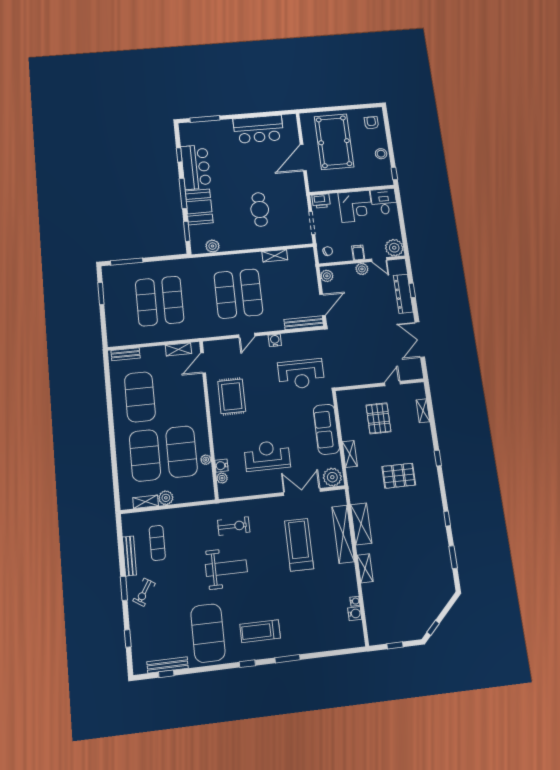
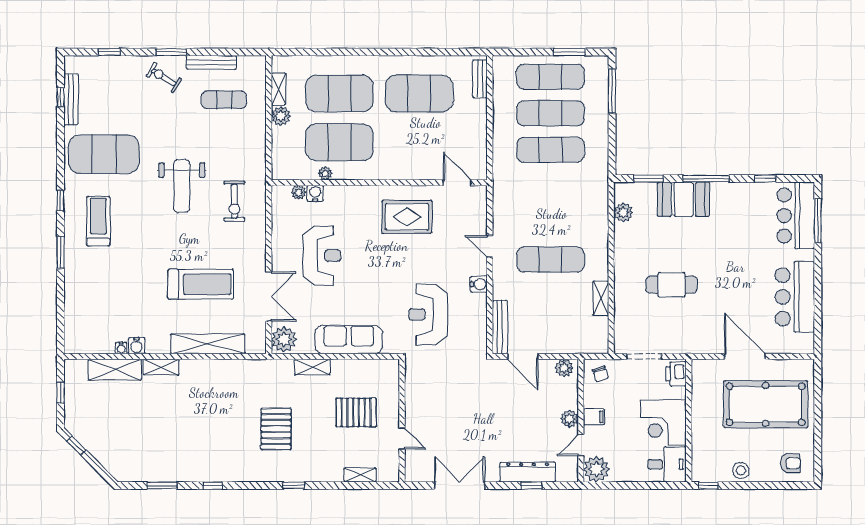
bar counter: (196, 167) -> (796, 215), moved, turned 90
exercise mat: (225, 295) -> (550, 77), moved
shelving: (178, 349) -> (479, 151), removed
shelving: (361, 524) -> (115, 370), moved
water cooler: (355, 614) -> (136, 346), moved

